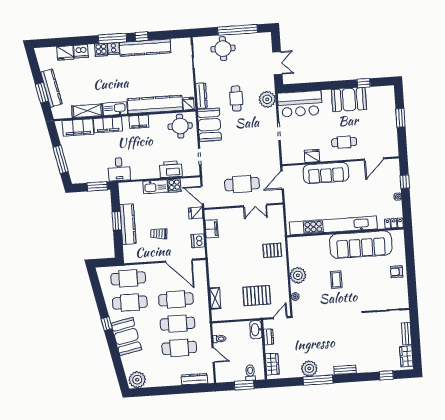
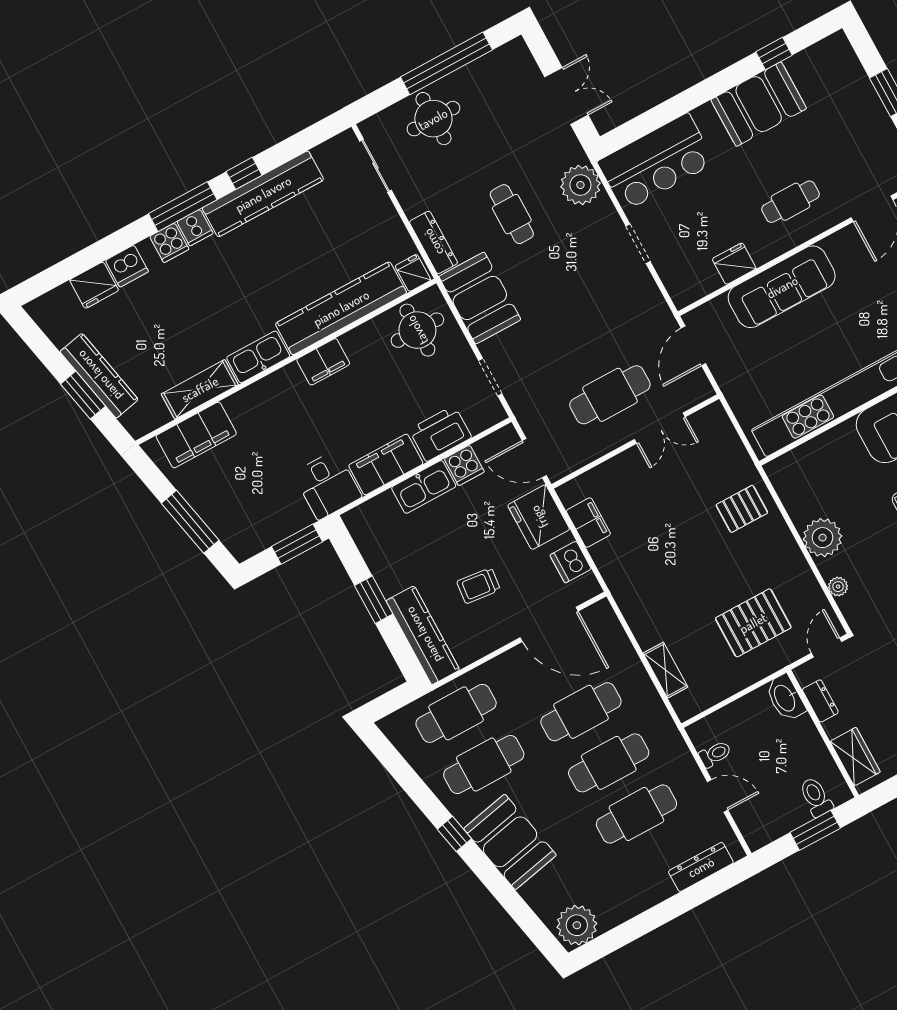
filing cabinet: (108, 125) -> (386, 465), moved, turned 180
fridge: (196, 213) -> (539, 517), width x1.88, depth x1.34
kitchen counter: (128, 224) -> (423, 635), moved

